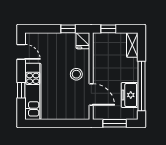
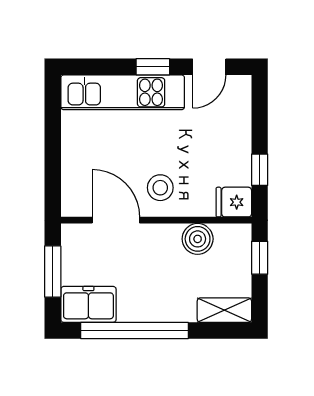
boiler: (100, 57) -> (198, 239), added
window: (21, 90) -> (153, 67), moved
door: (91, 94) -> (116, 220), swing flipped
freezer: (130, 95) -> (88, 304), moved

